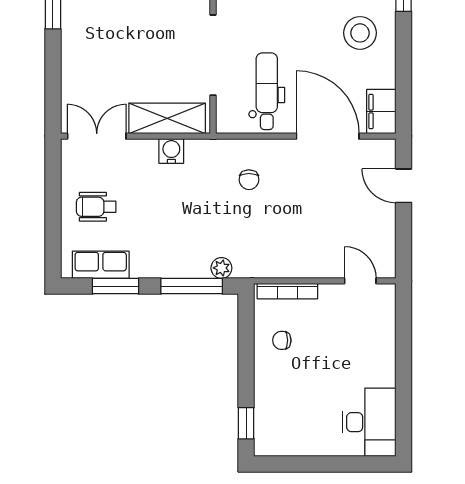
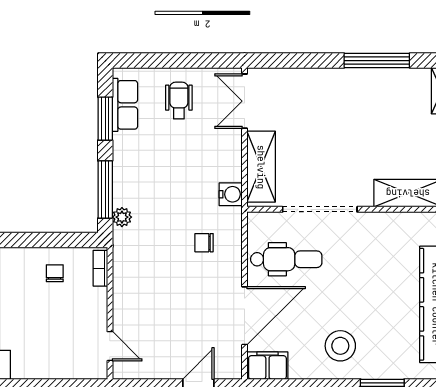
double door: (97, 136) -> (245, 101), swing flipped
water cooler: (171, 151) -> (231, 194), moved
door: (360, 281) -> (110, 346), hinge flipped
bookcase: (287, 291) -> (100, 268), width x0.64

